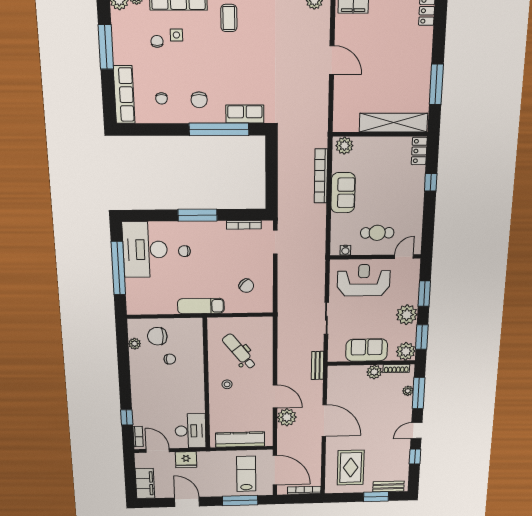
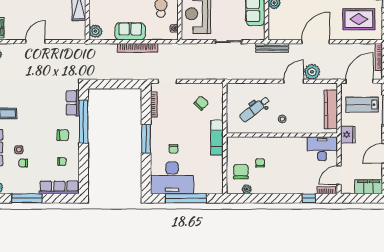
bookcase: (321, 176) -> (138, 48), moved
chair: (157, 336) -> (241, 172), turned 180
bench: (318, 365) -> (272, 48), width x1.36
fridge: (186, 460) -> (348, 135), moved

